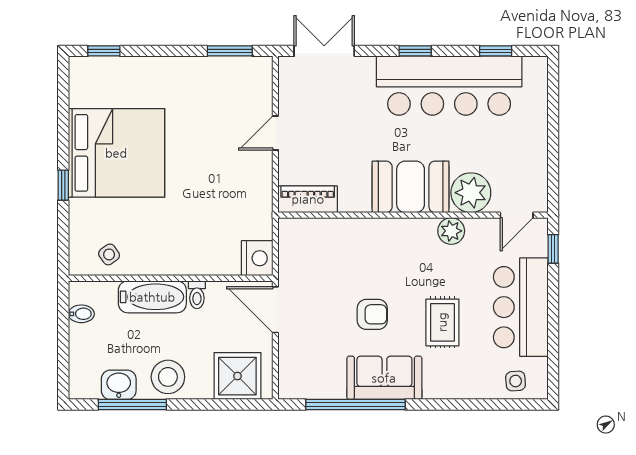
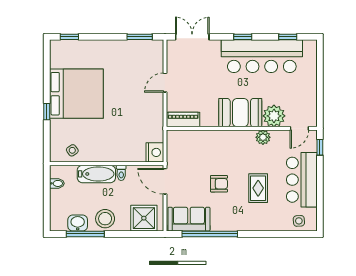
sofa: (384, 378) -> (189, 219), moved

